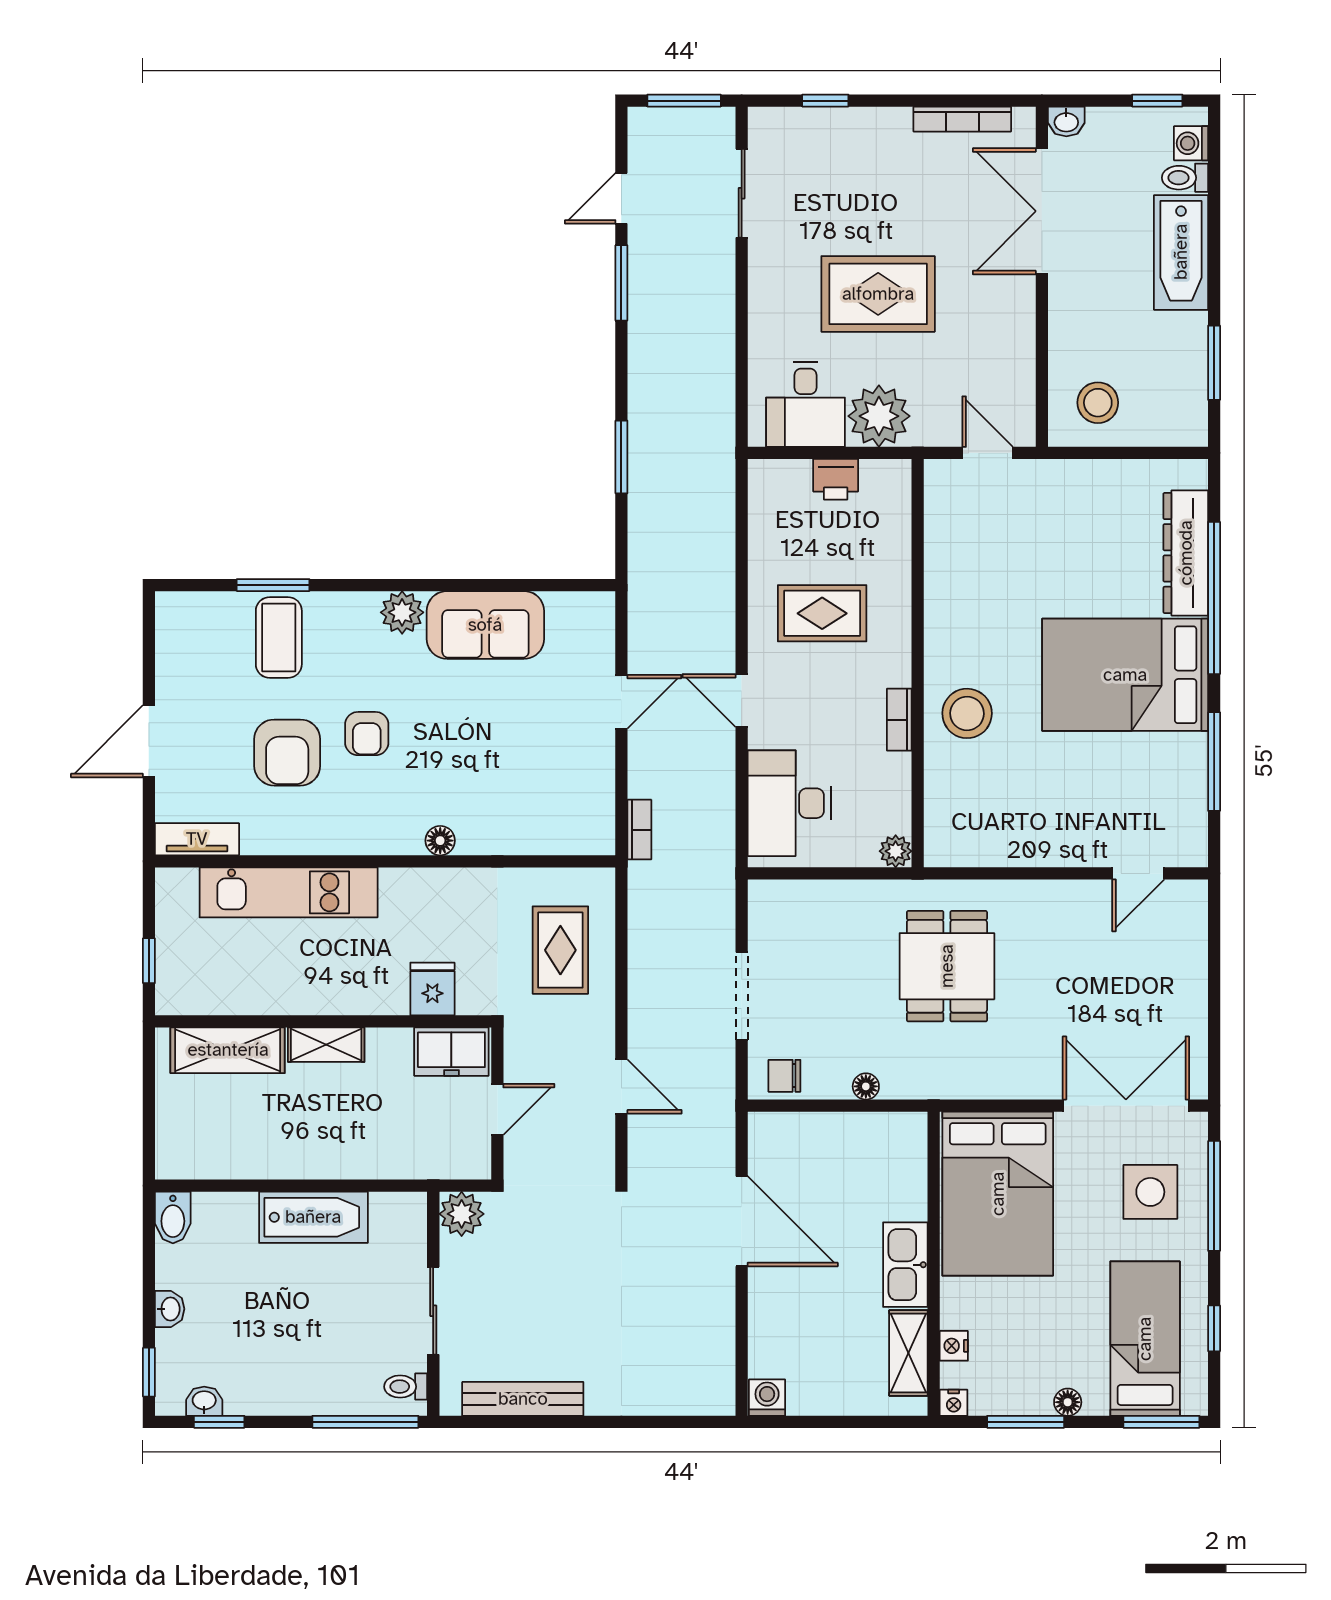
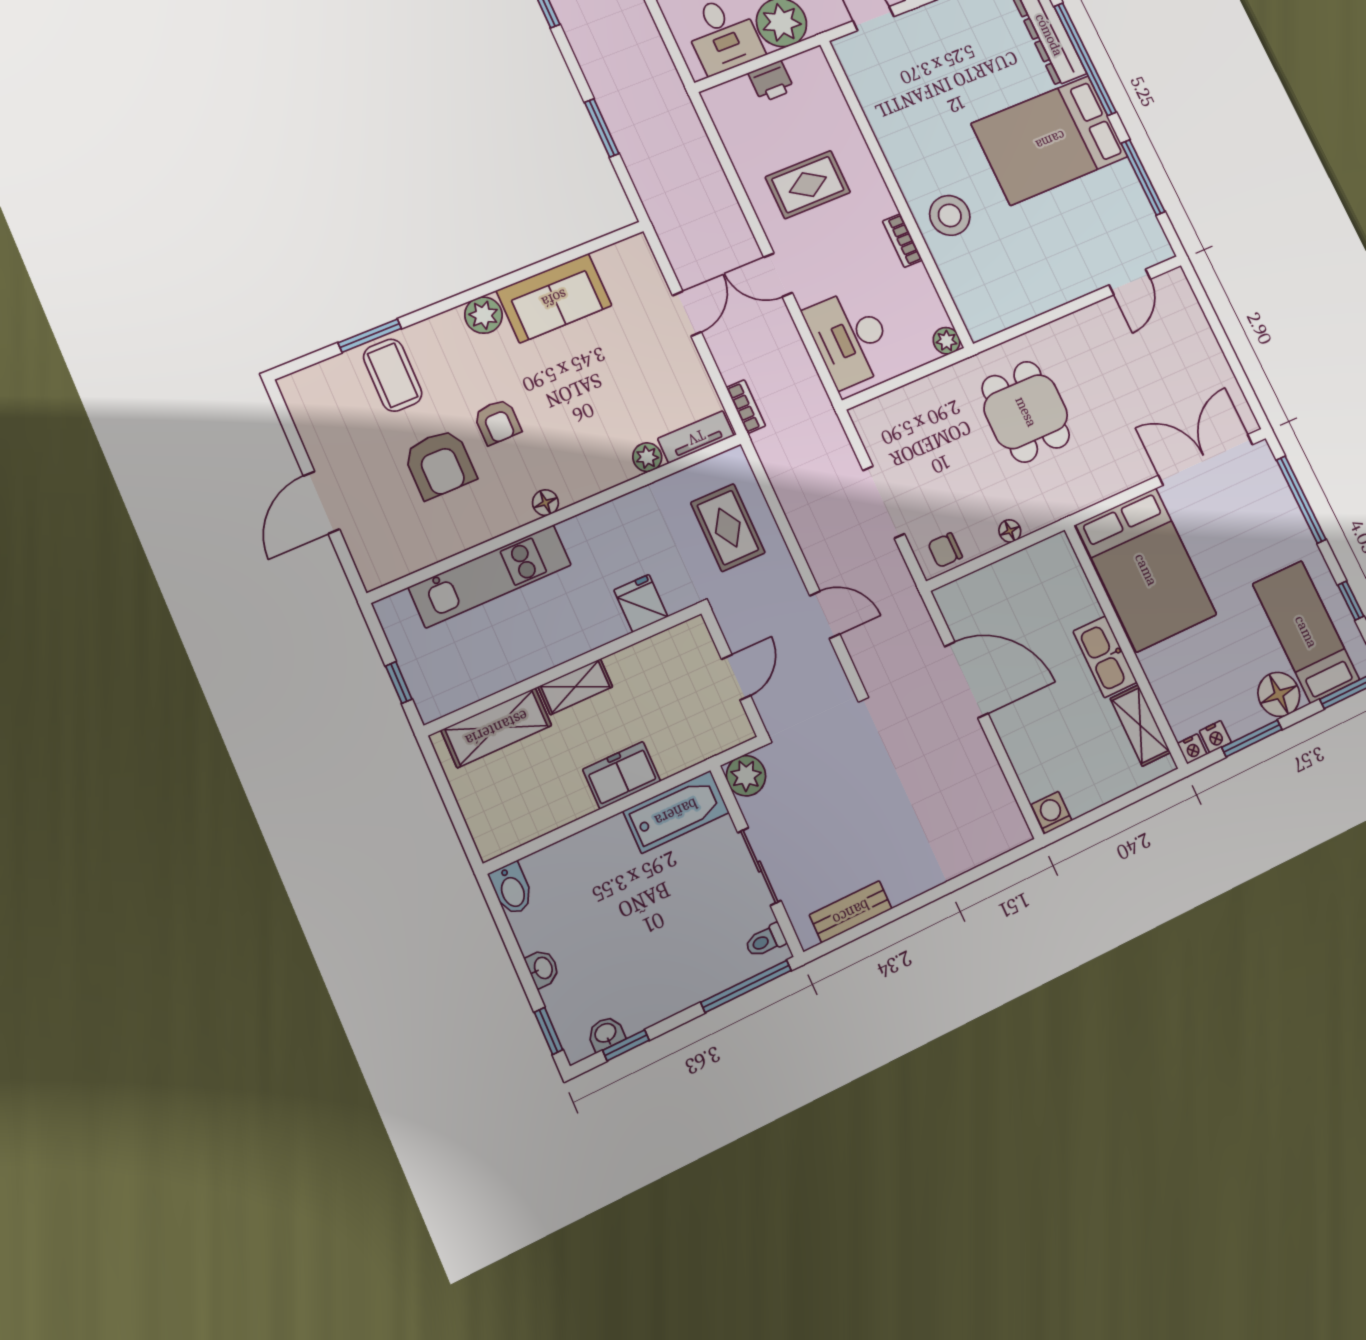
tv unit: (197, 839) -> (696, 437), moved
plant: (508, 839) -> (647, 457), added
floor lamp: (440, 841) -> (545, 503), moved
freezer: (451, 1052) -> (622, 775), moved, turned 180
side table: (1150, 1192) -> (1255, 517), removed
bathtub: (313, 1217) -> (676, 812), moved
nightstand: (954, 1346) -> (1215, 737), moved, turned -90
bench: (523, 1399) -> (851, 912), width x0.73
floor lamp: (1068, 1402) -> (1279, 694), width x1.89, depth x1.89

